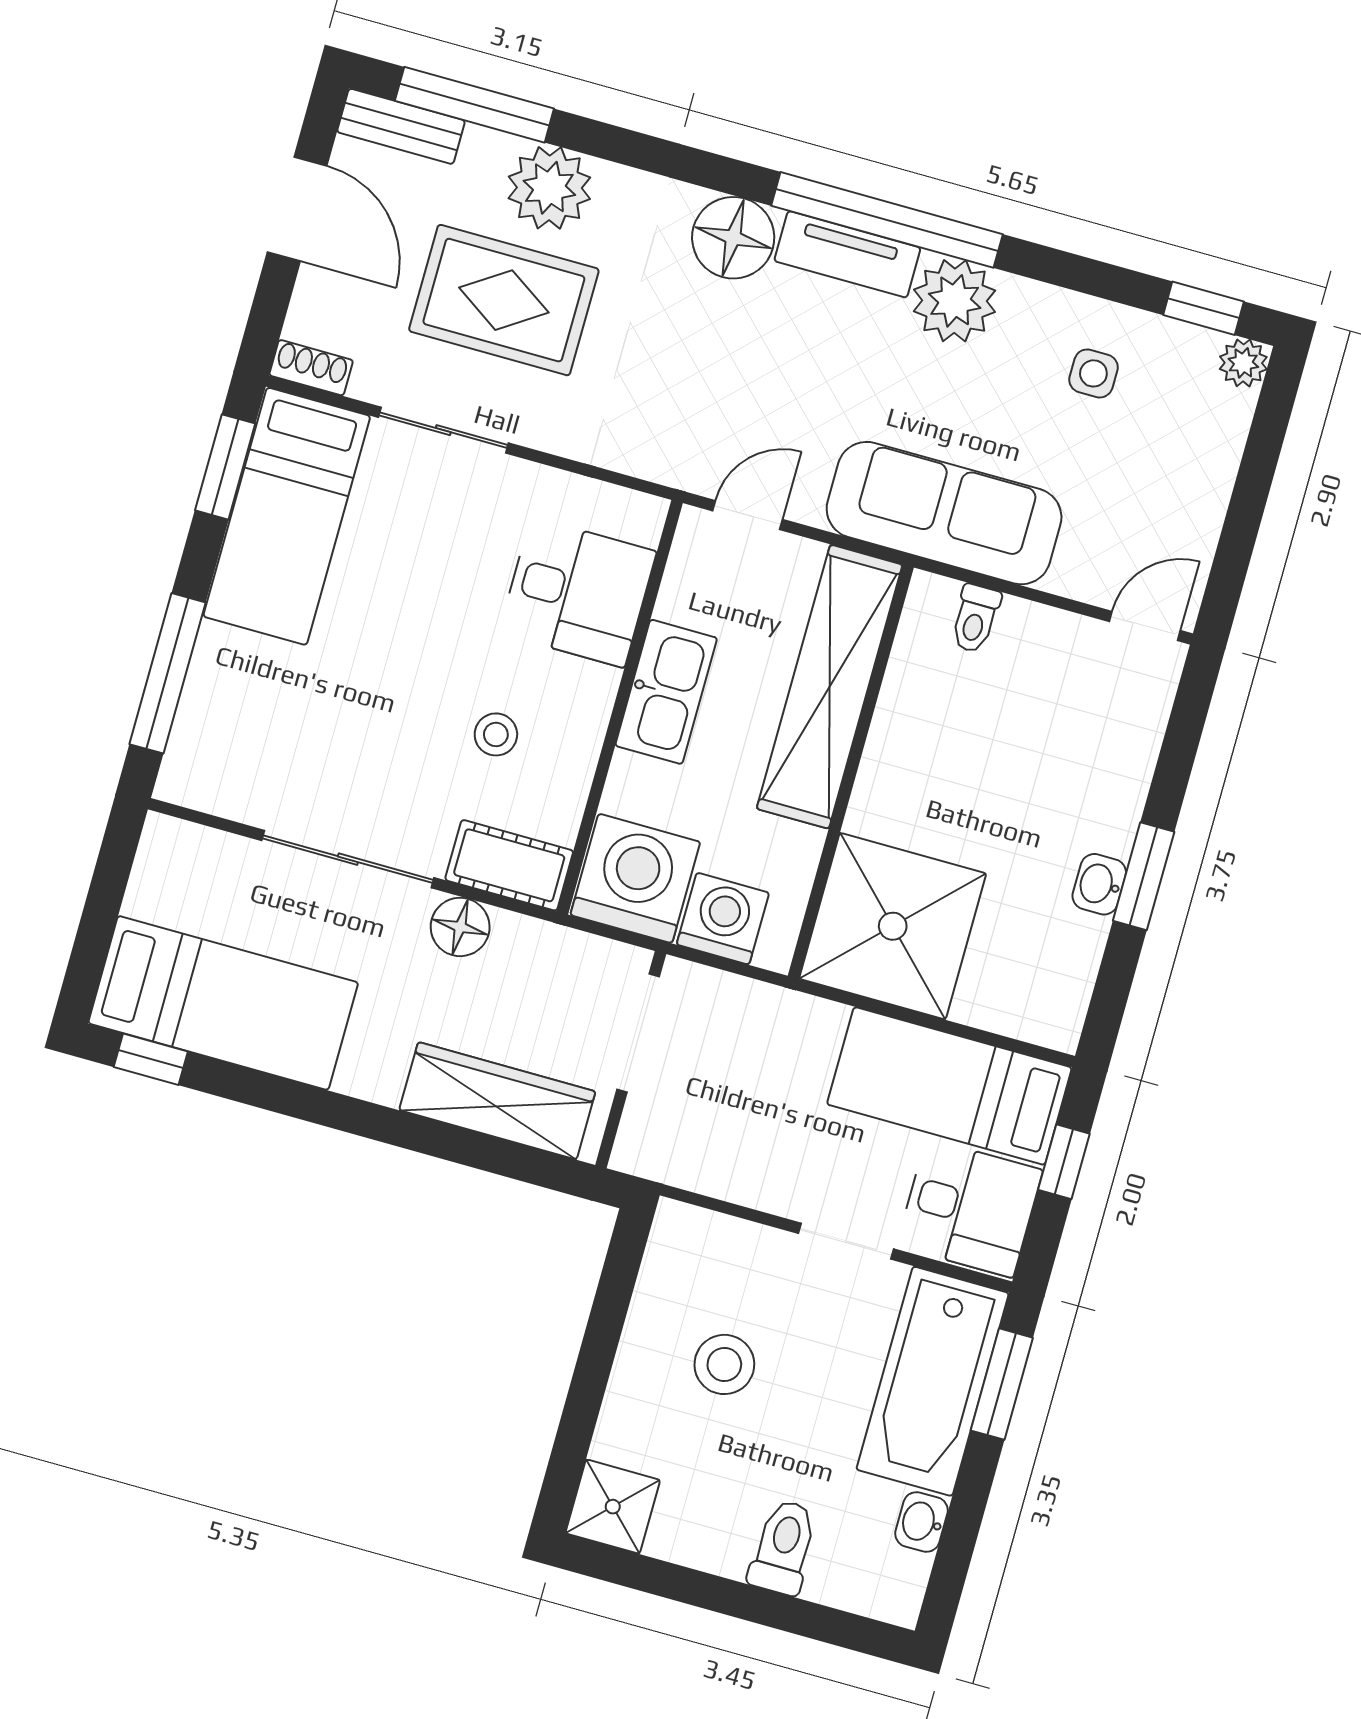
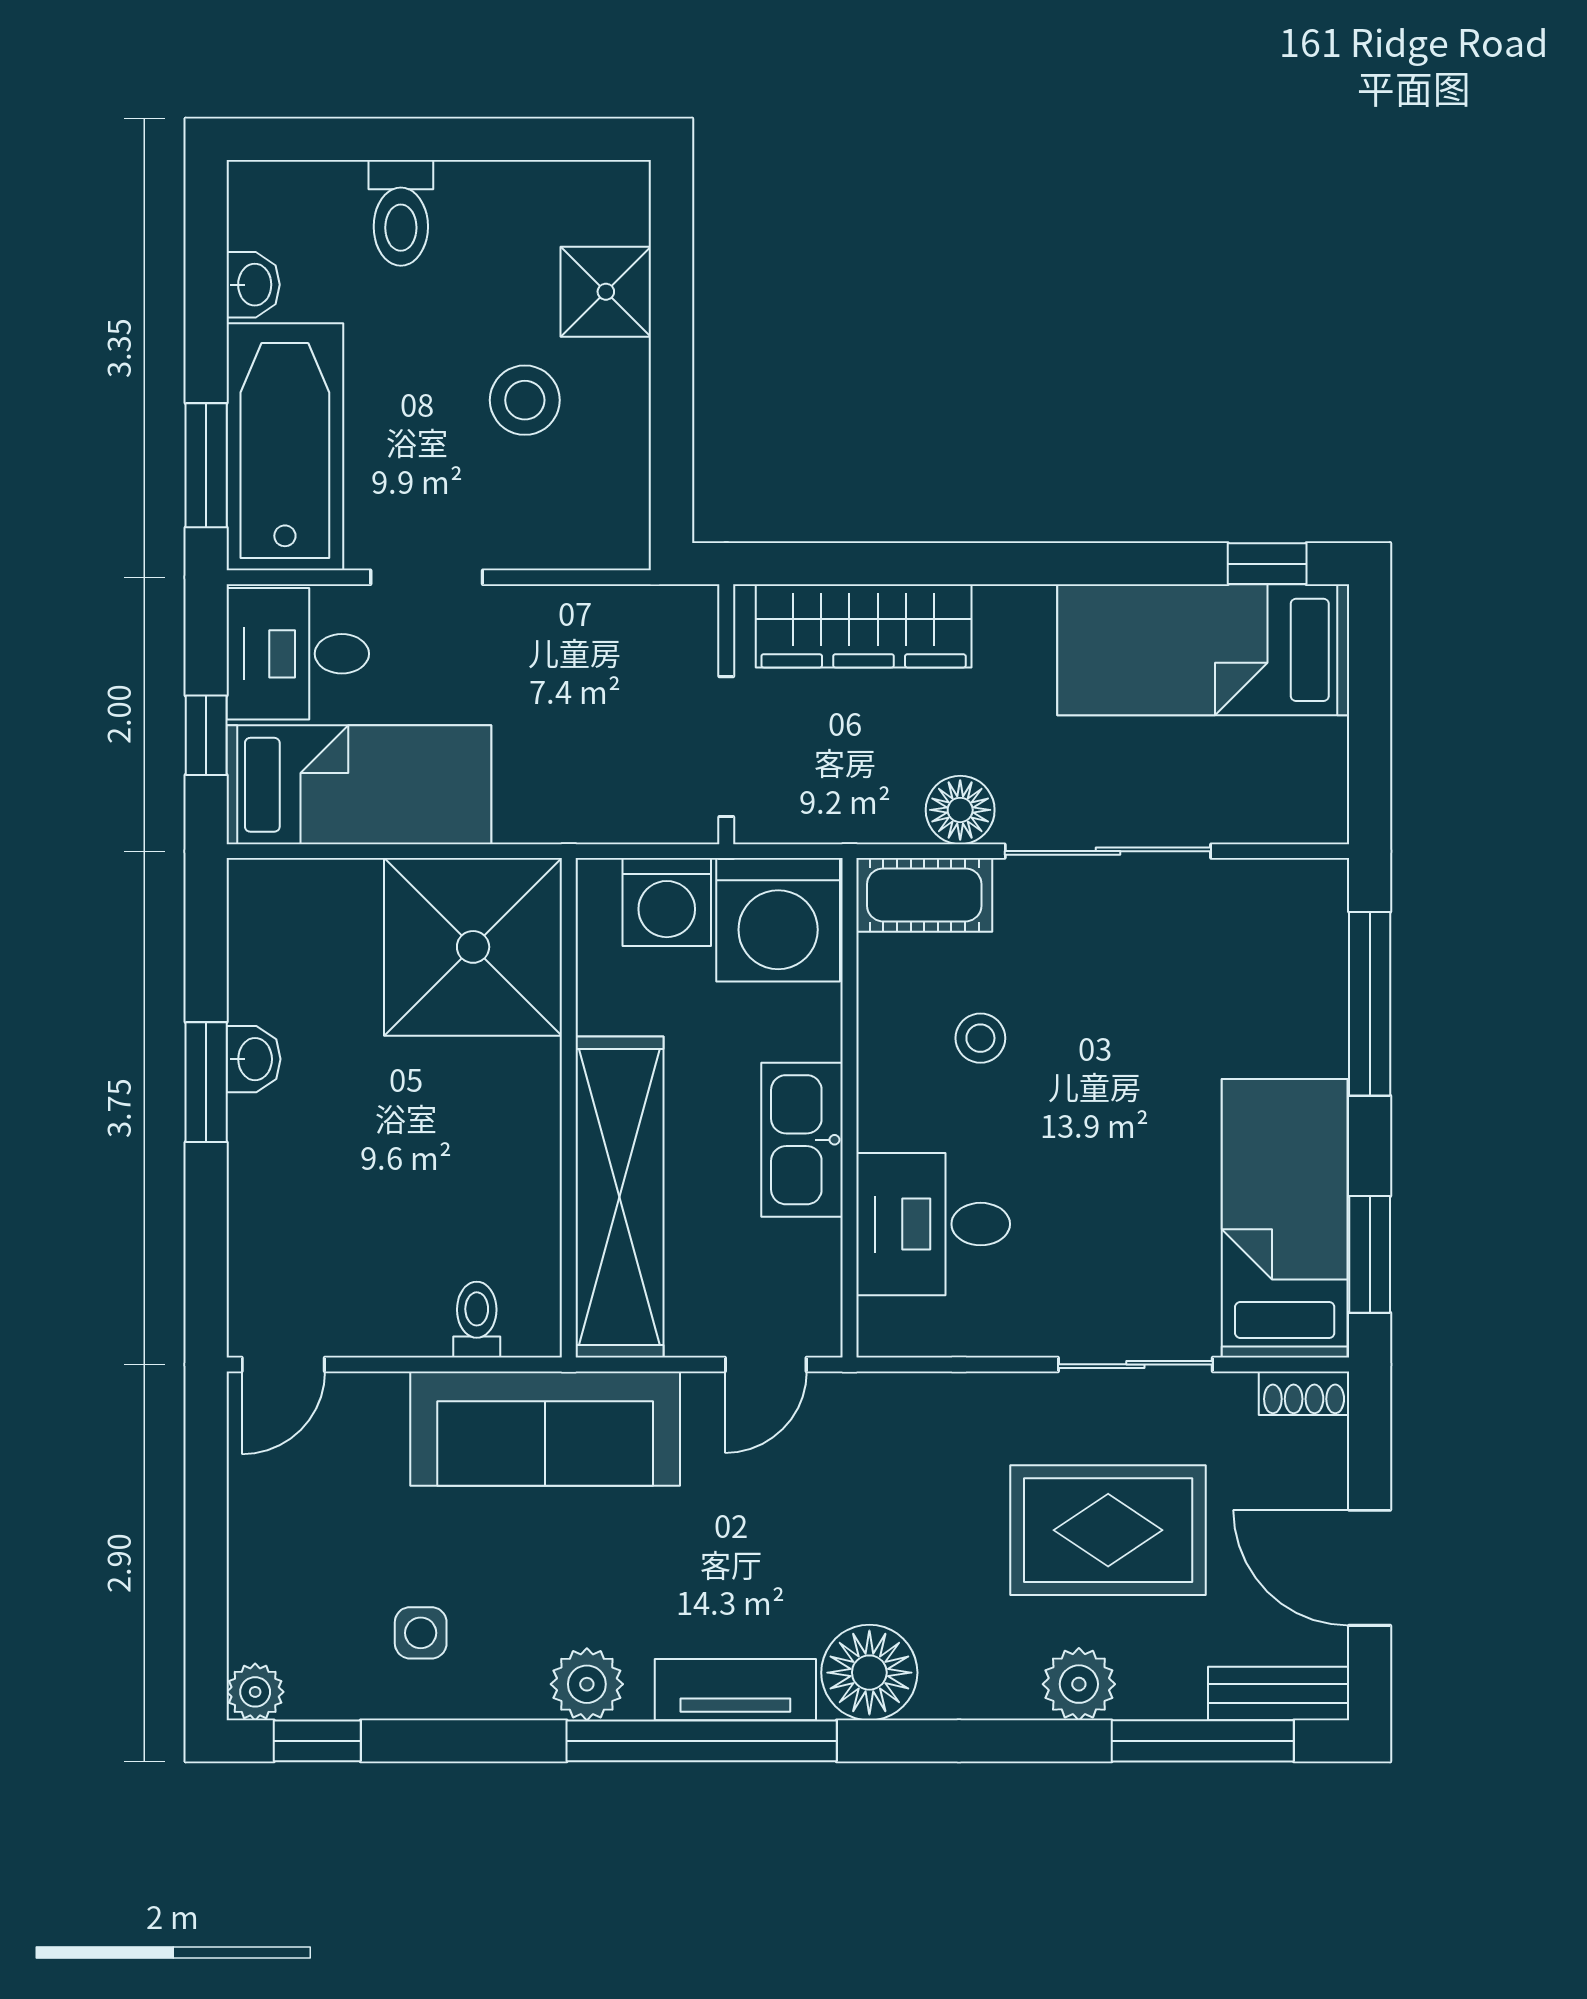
plant: (549, 188) -> (1079, 1684), width x0.73, depth x0.73
plant: (955, 301) -> (587, 1684), width x0.73, depth x0.73
shower: (613, 1507) -> (606, 292), moved

